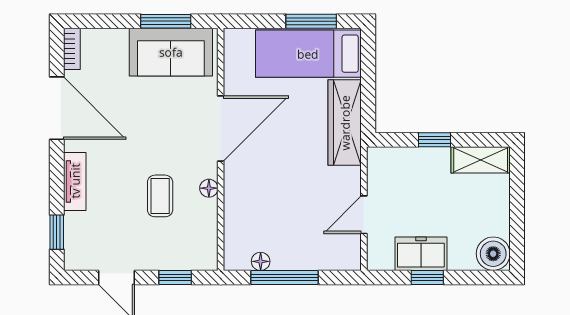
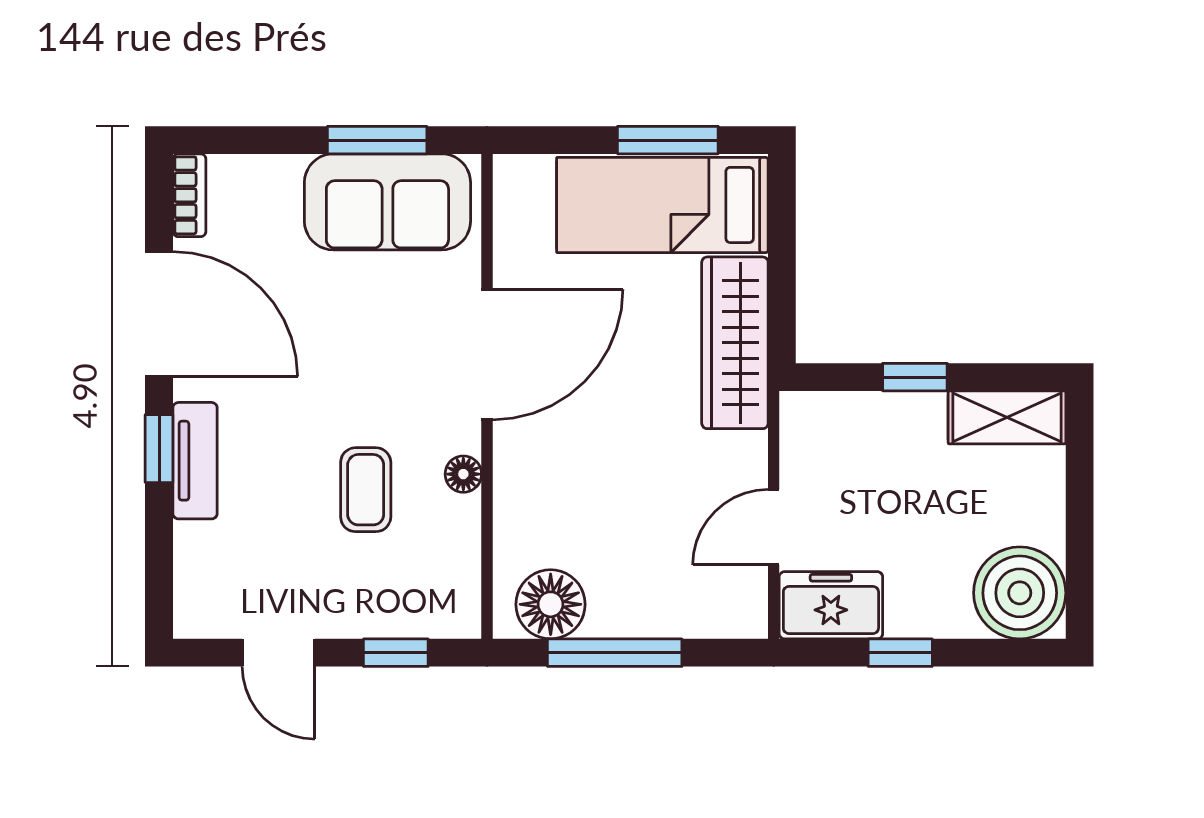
window: (57, 232) -> (159, 449), moved
freezer: (421, 254) -> (831, 605), moved
boiler: (493, 254) -> (1020, 593), width x1.37, depth x1.37
floor lamp: (261, 261) -> (551, 604), width x1.89, depth x1.89

